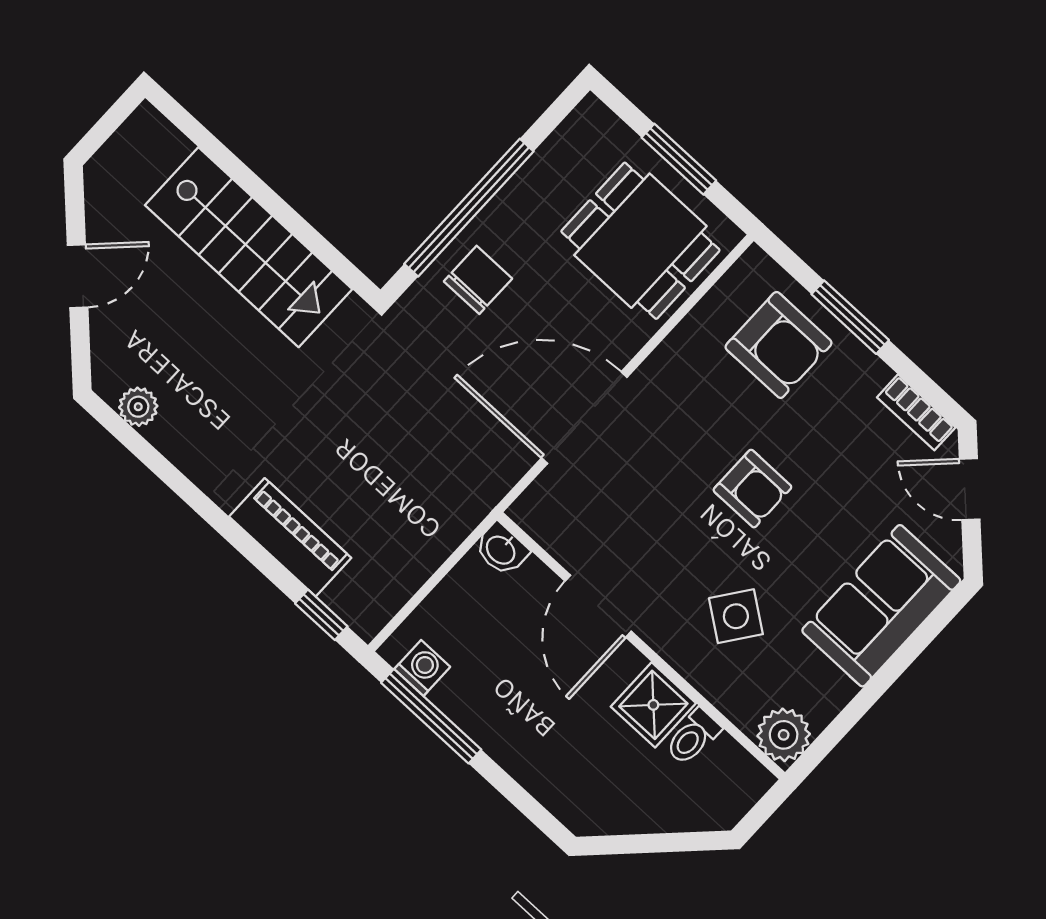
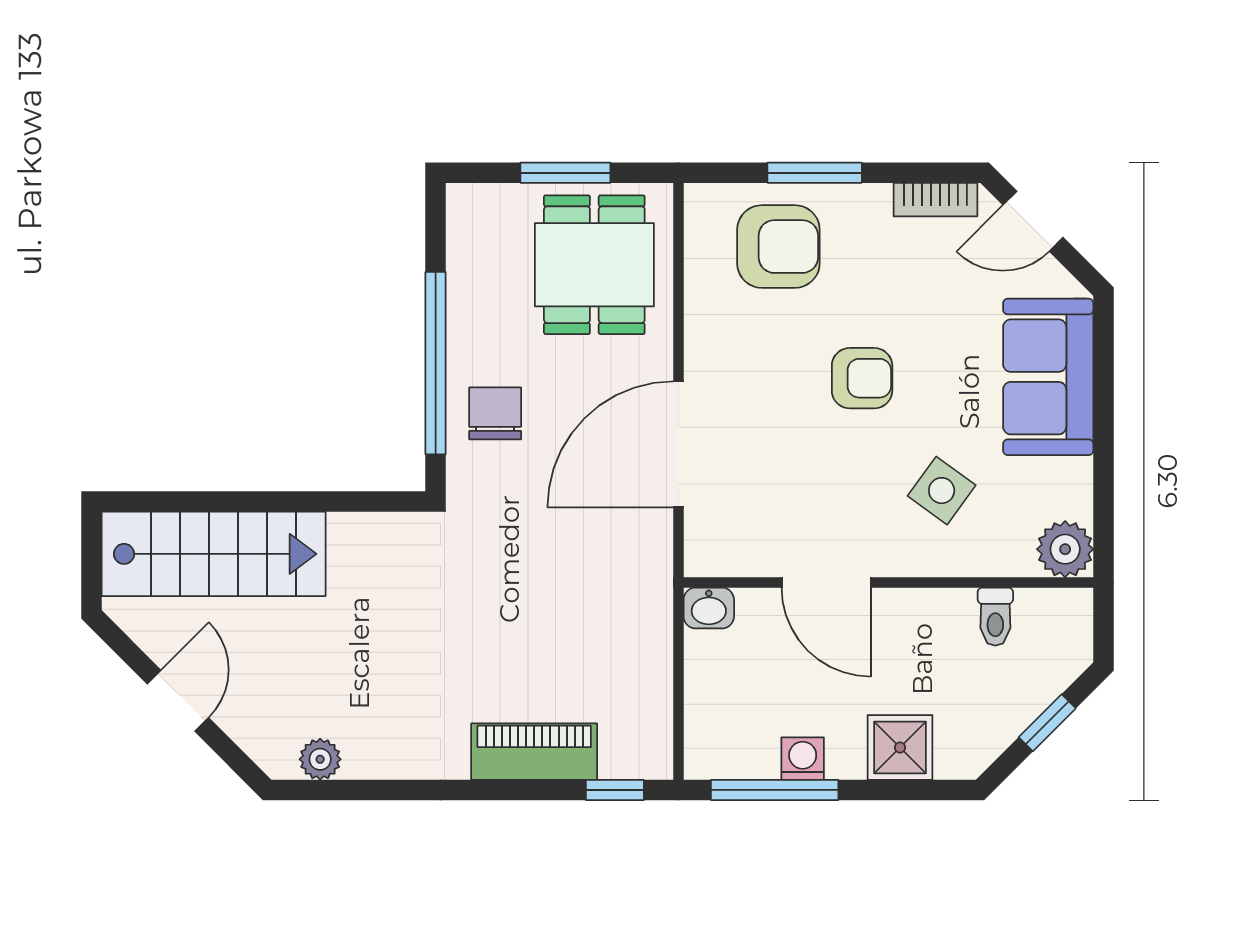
dining table: (640, 241) -> (594, 265), turned 90
stairs: (249, 247) -> (214, 554), moved
washing machine: (422, 668) -> (803, 759), moved
shower: (653, 705) -> (900, 747), moved
window: (661, 843) -> (1047, 723), added

